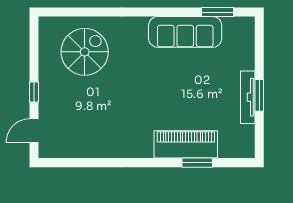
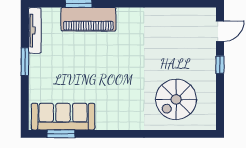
sofa: (185, 32) -> (63, 117), moved
tv unit: (248, 97) -> (35, 31), moved

